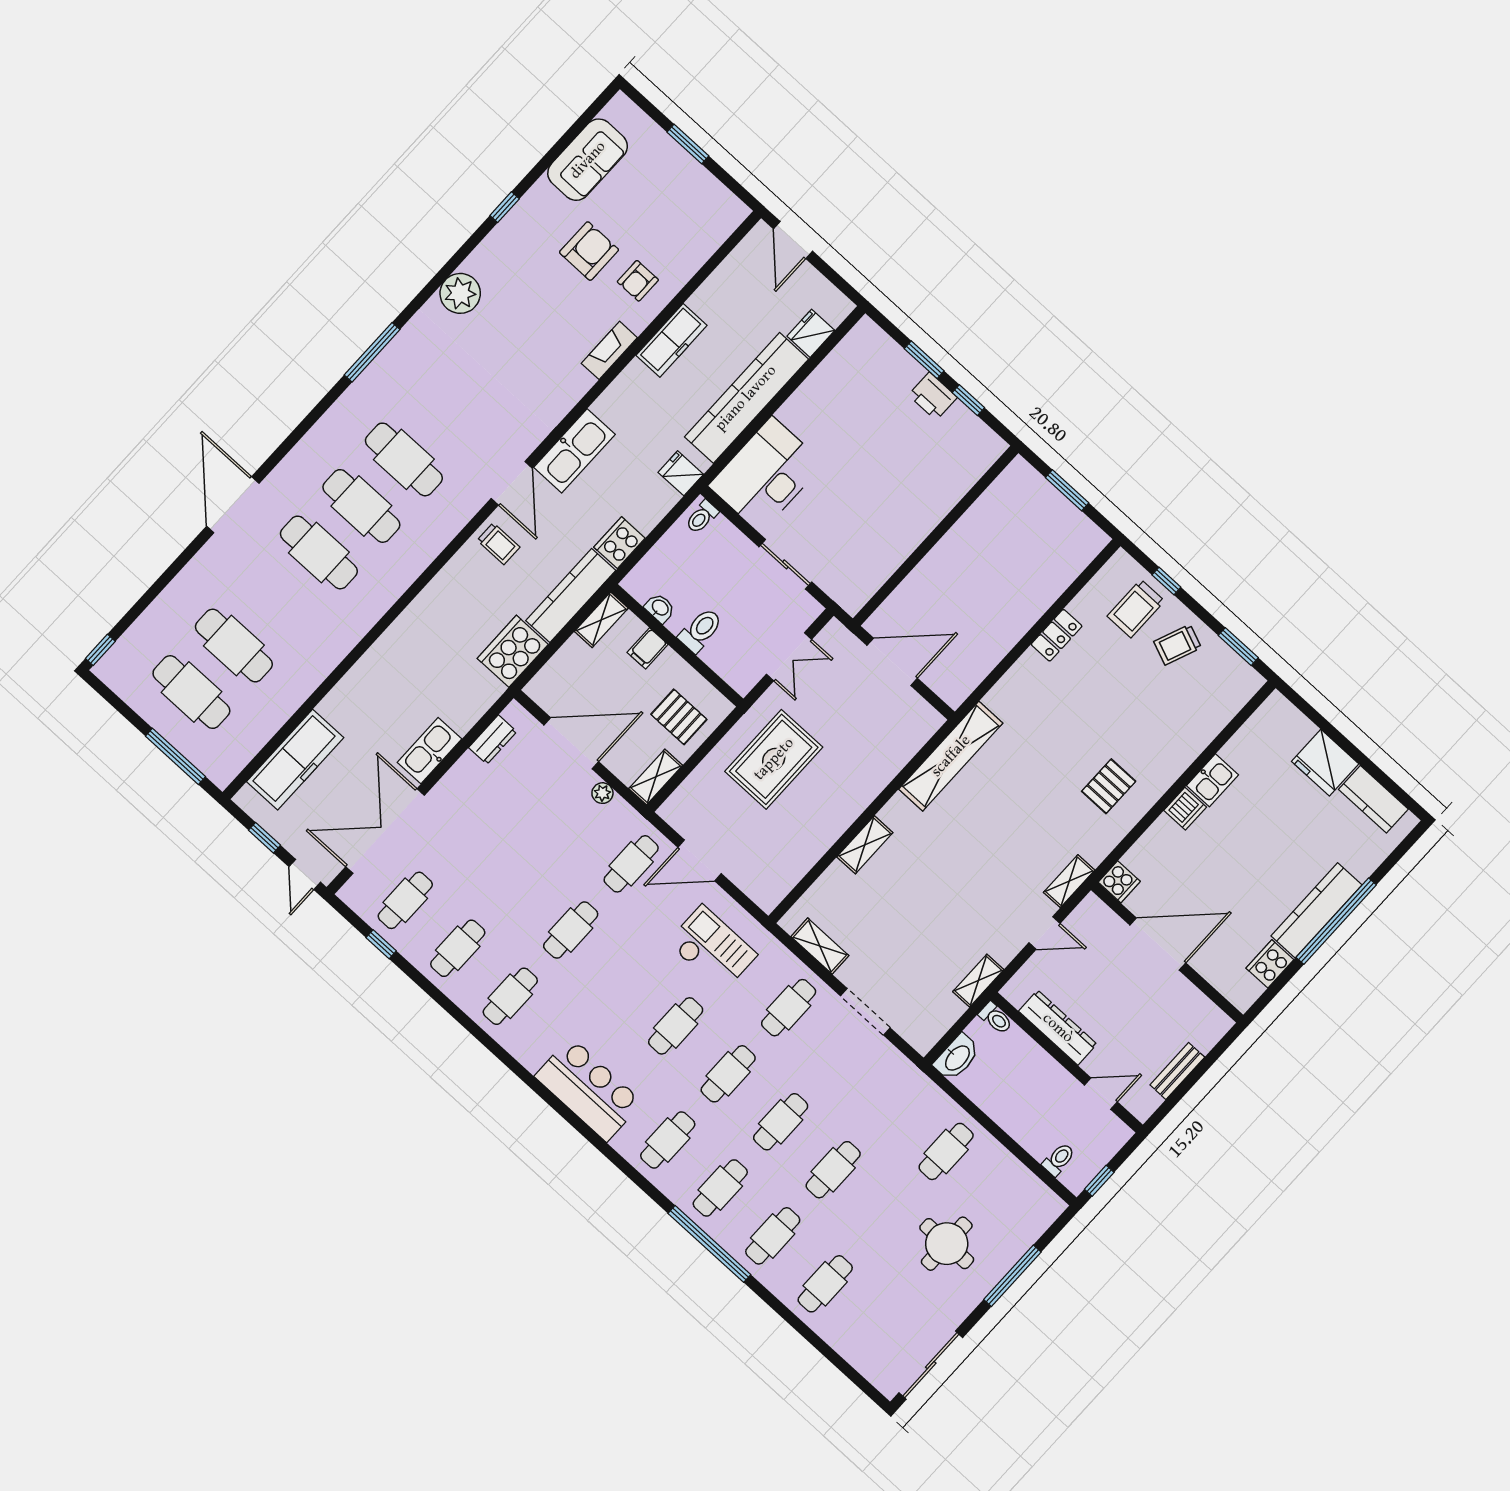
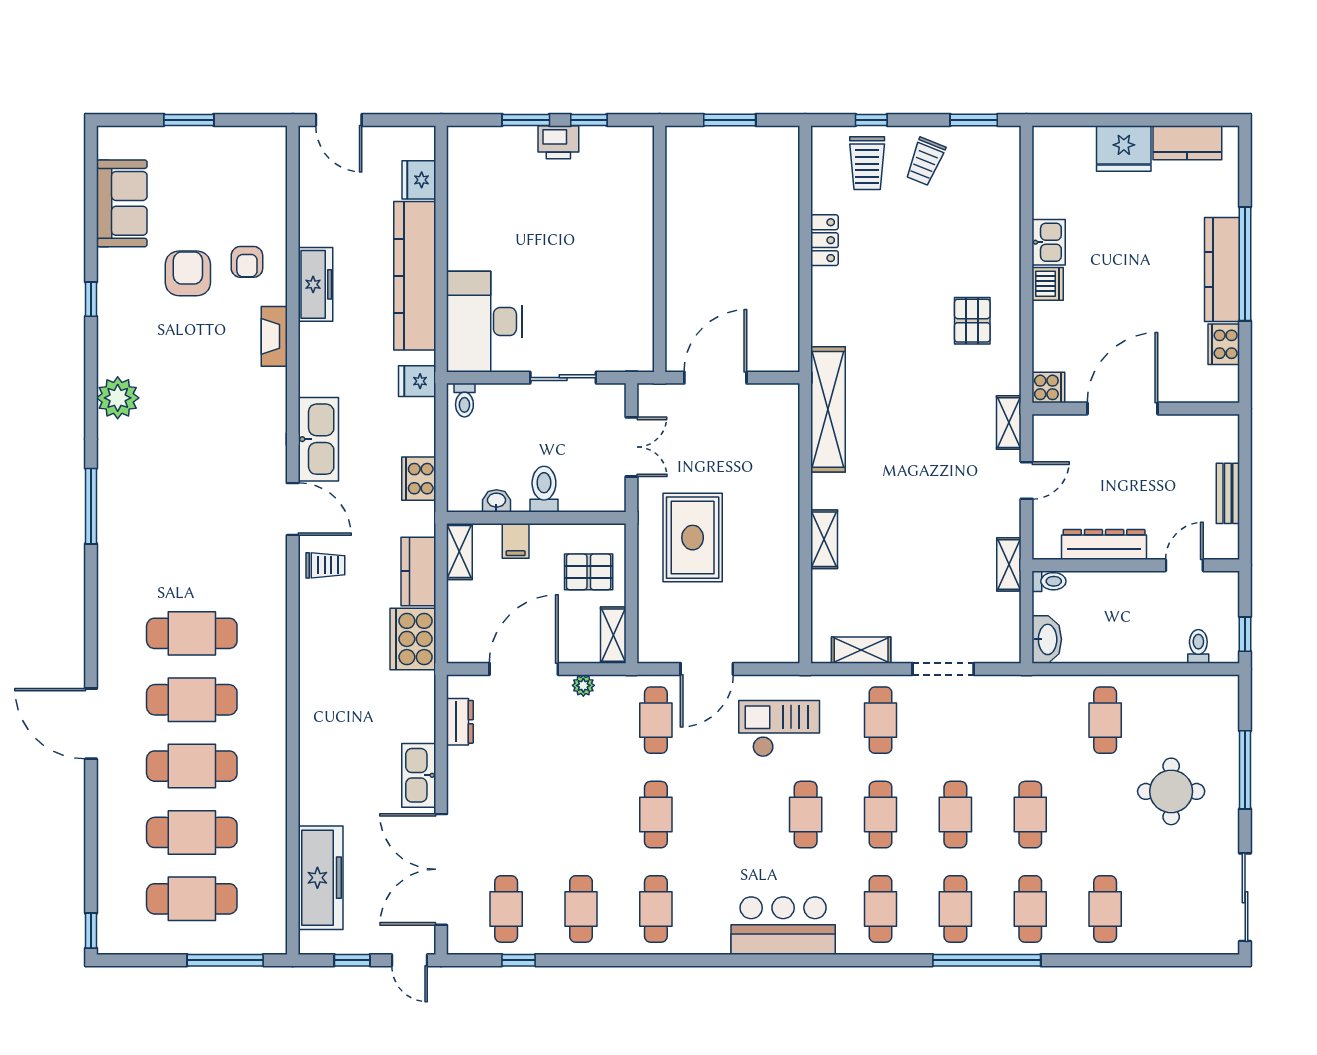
cafe table: (404, 459) -> (192, 766), moved
kitchen counter: (571, 595) -> (418, 571), width x0.67

